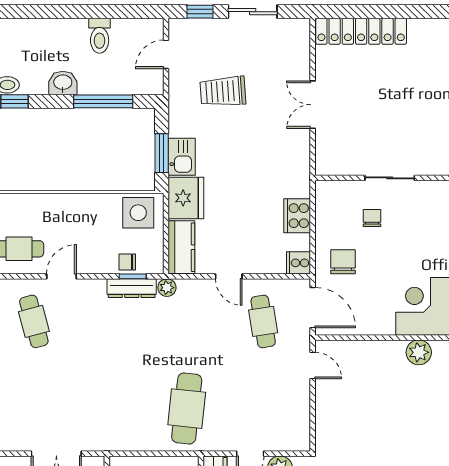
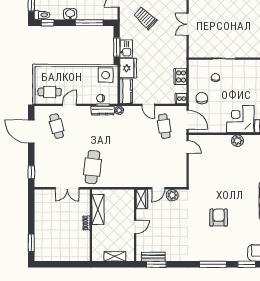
trolley: (223, 91) -> (145, 18), turned 47
cafe table: (187, 409) -> (93, 167), moved

